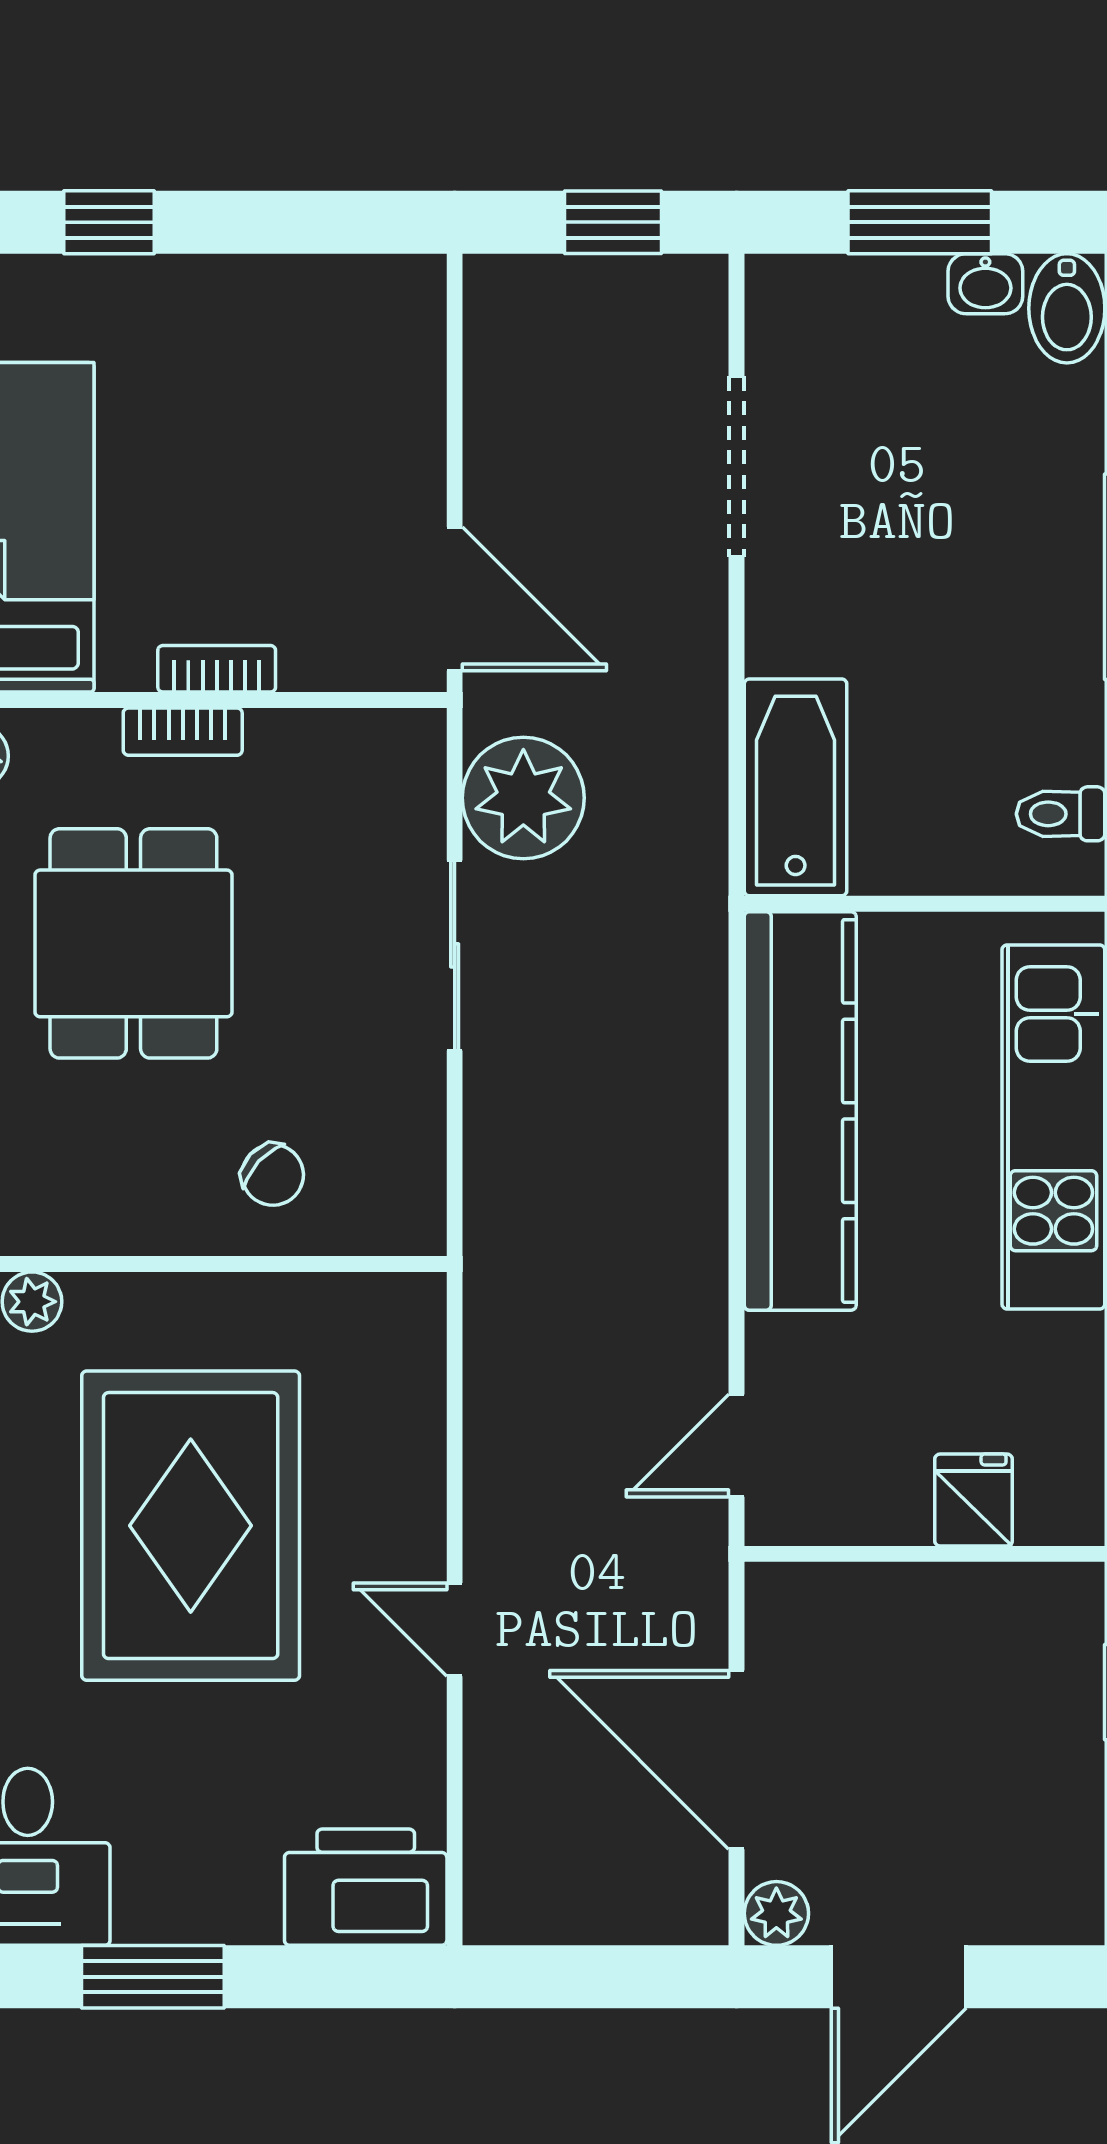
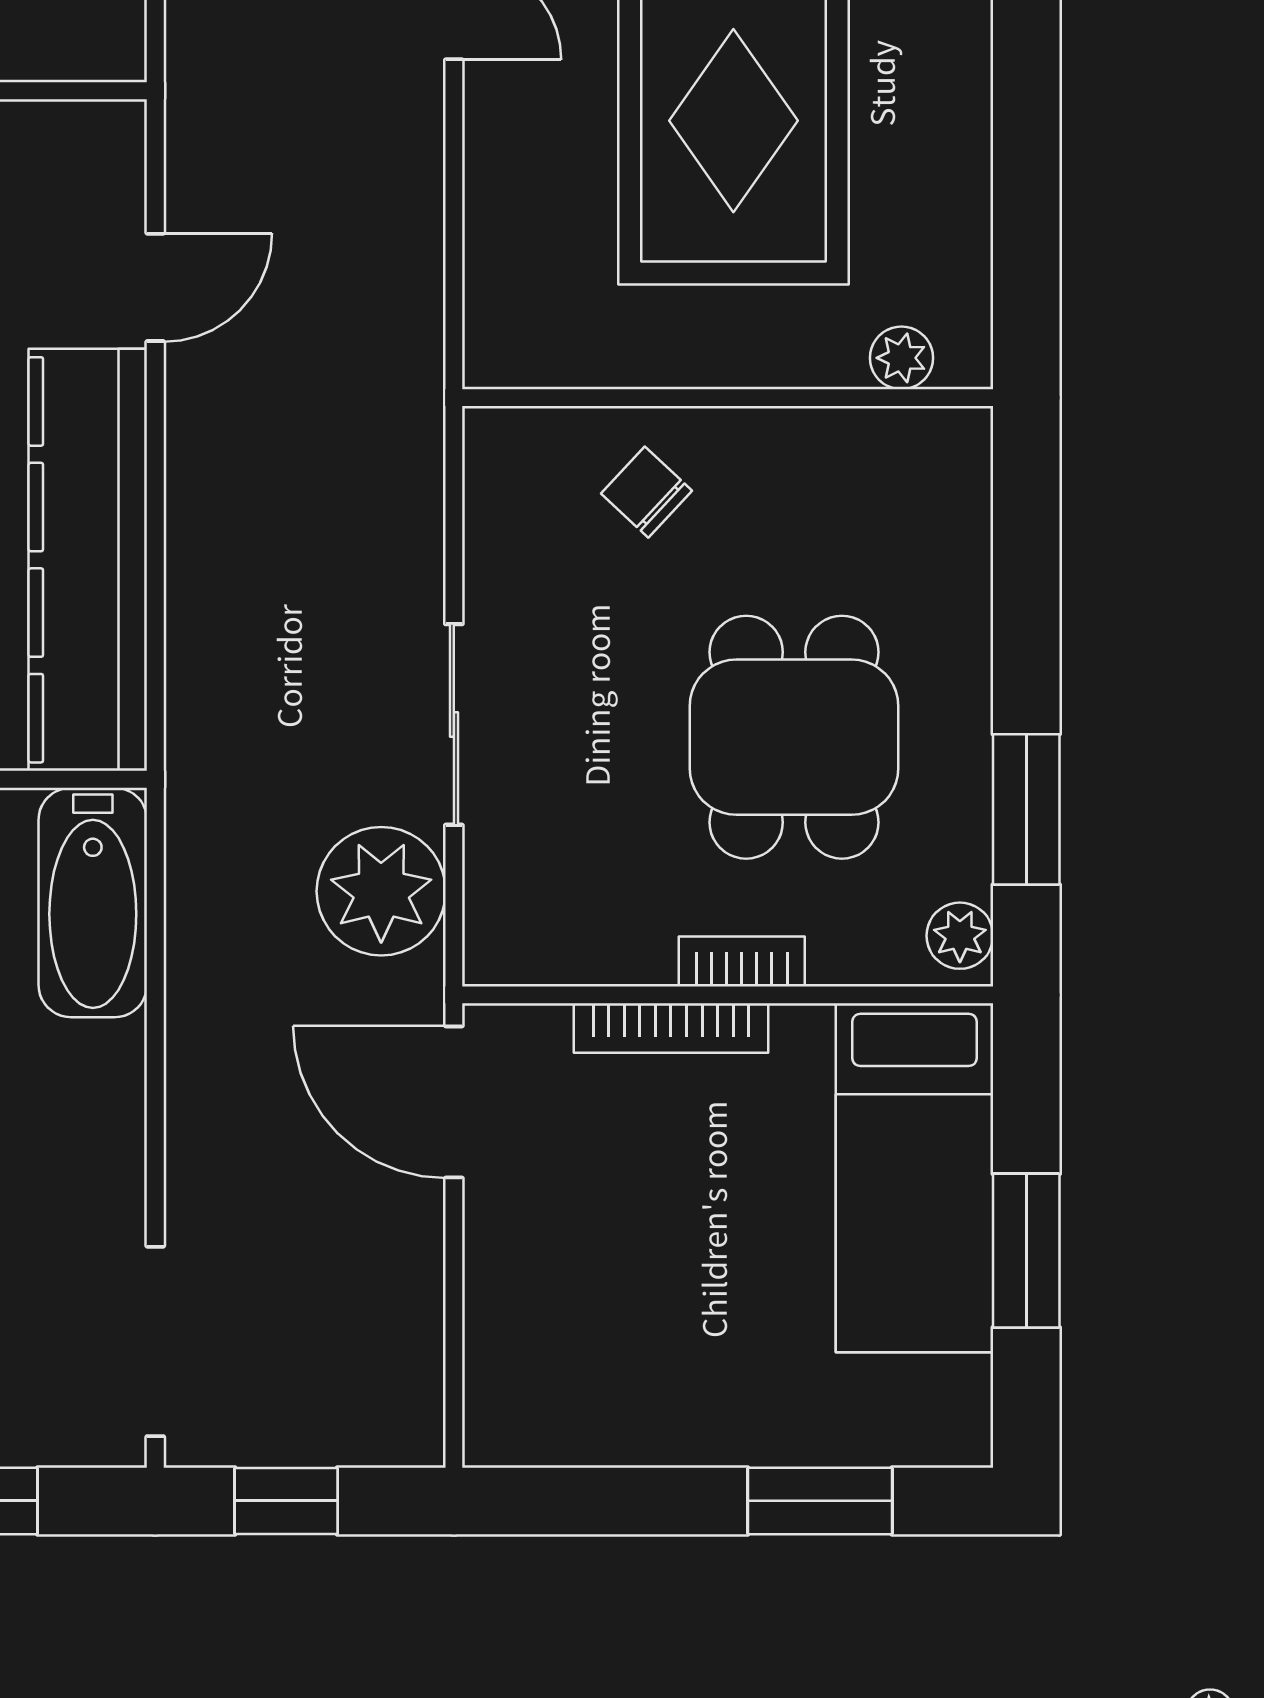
window: (109, 222) -> (820, 1501), width x1.50
doorway: (737, 466) -> (155, 1341), moved
bookcase: (217, 669) -> (671, 1028), width x1.56
door: (737, 1446) -> (155, 287), moved

